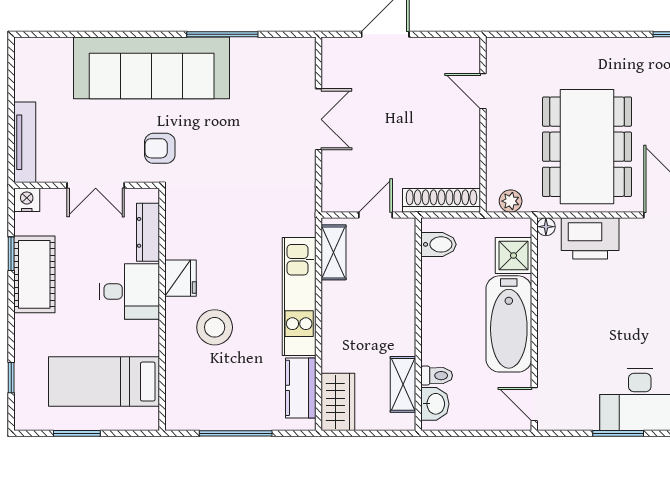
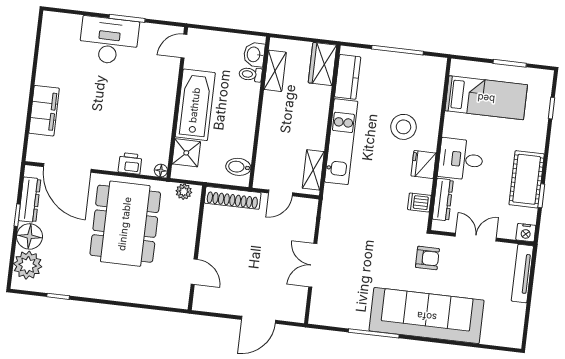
dishwasher: (180, 224) -> (419, 202), added
printer: (590, 238) -> (130, 163), width x0.53, depth x0.68
door: (534, 404) -> (184, 46), swing flipped

